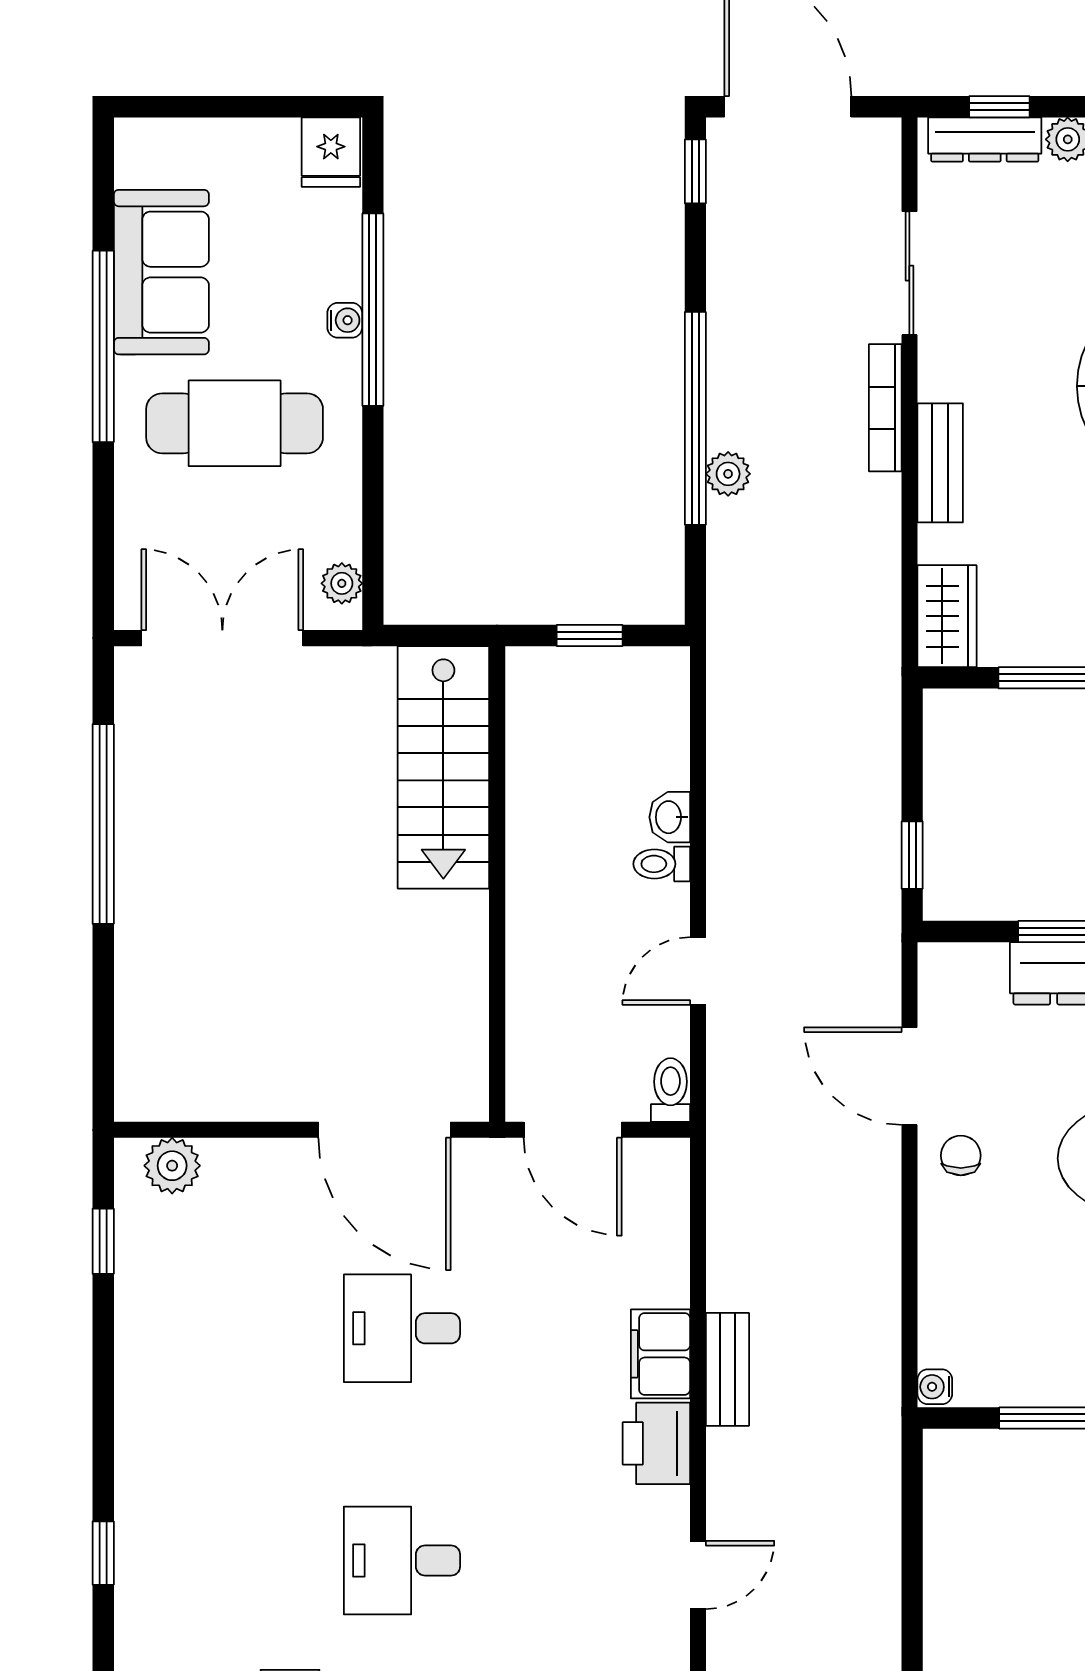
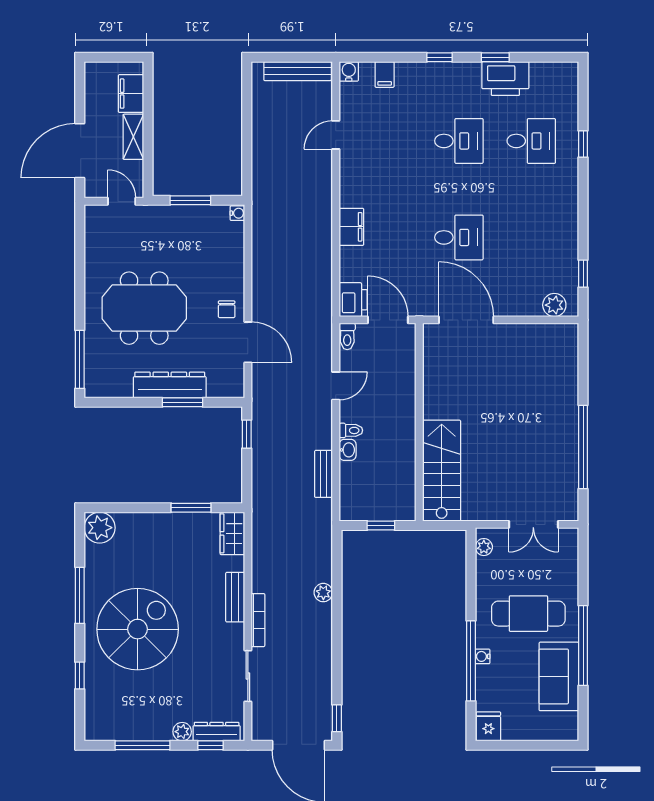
window: (695, 418) -> (337, 616), removed
double door: (222, 638) -> (533, 524), width x0.73
bench: (727, 1369) -> (324, 474), moved
printer: (656, 1443) -> (353, 300), moved
desk: (228, 1561) -> (531, 141), added

